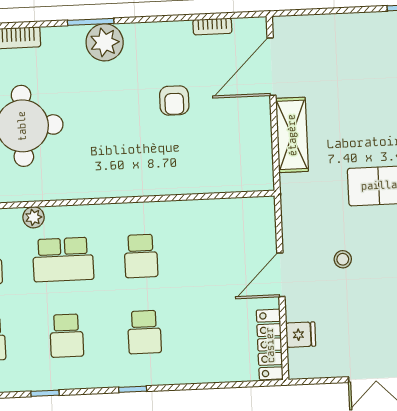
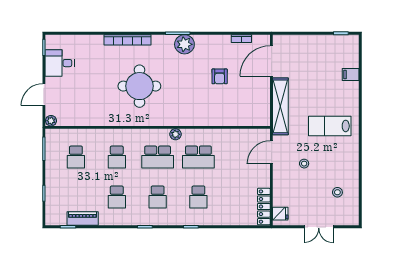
shelving: (292, 135) -> (280, 106), width x1.47
plant: (34, 217) -> (176, 134), moved
school desk: (141, 256) -> (198, 157), width x1.85
door: (281, 275) -> (271, 152), moved
fridge: (301, 335) -> (280, 214), moved

